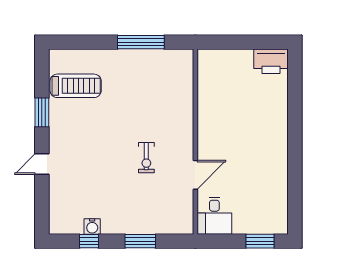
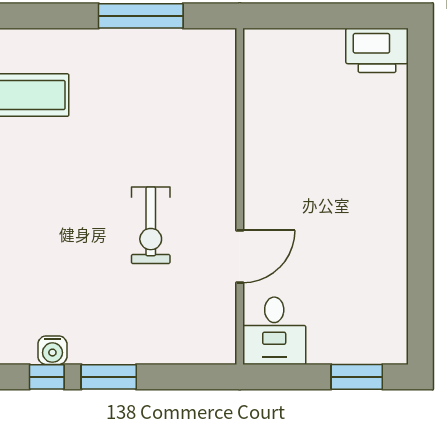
exercise bike: (146, 158) -> (151, 225), width x1.38, depth x1.39
window: (140, 241) -> (109, 377), moved

